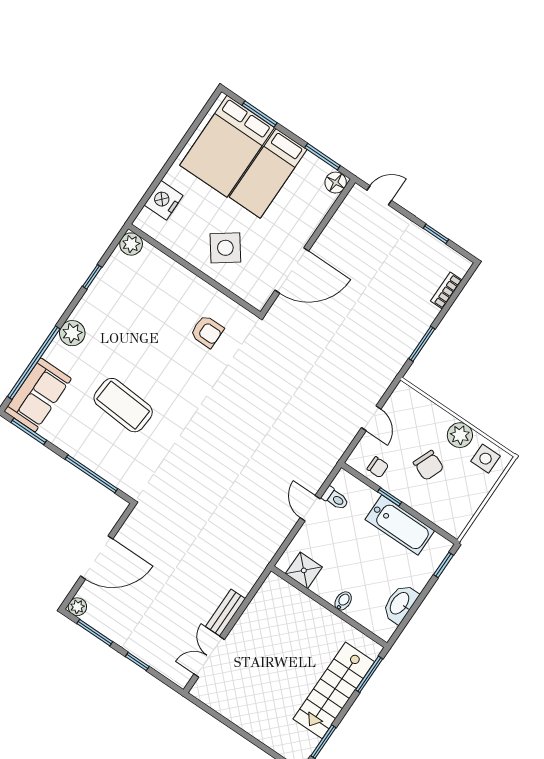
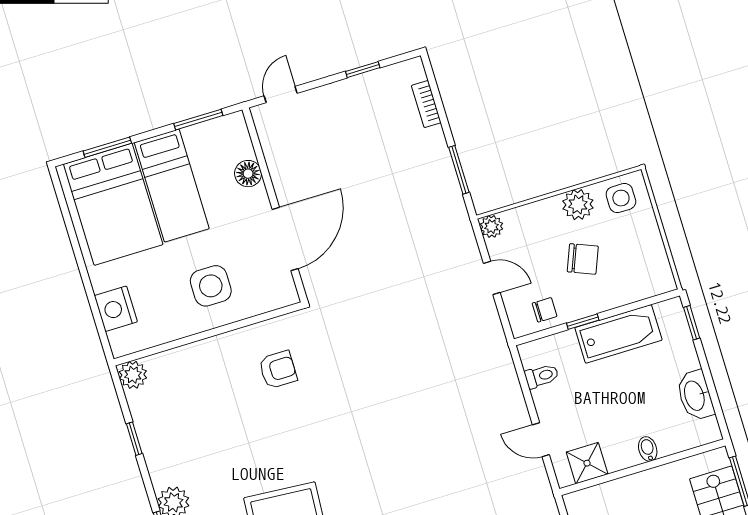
floor lamp: (336, 183) -> (248, 174), moved
side table: (225, 248) -> (211, 286), turned 36
plant: (403, 392) -> (492, 226), added
door: (310, 508) -> (541, 440), moved

